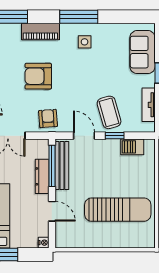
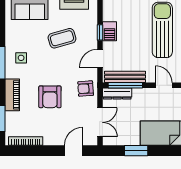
coffee table: (109, 112) -> (62, 38), moved
barbecue: (132, 147) -> (109, 31), moved
dresser: (42, 176) -> (117, 94), moved
door: (52, 211) -> (164, 85), hinge flipped

